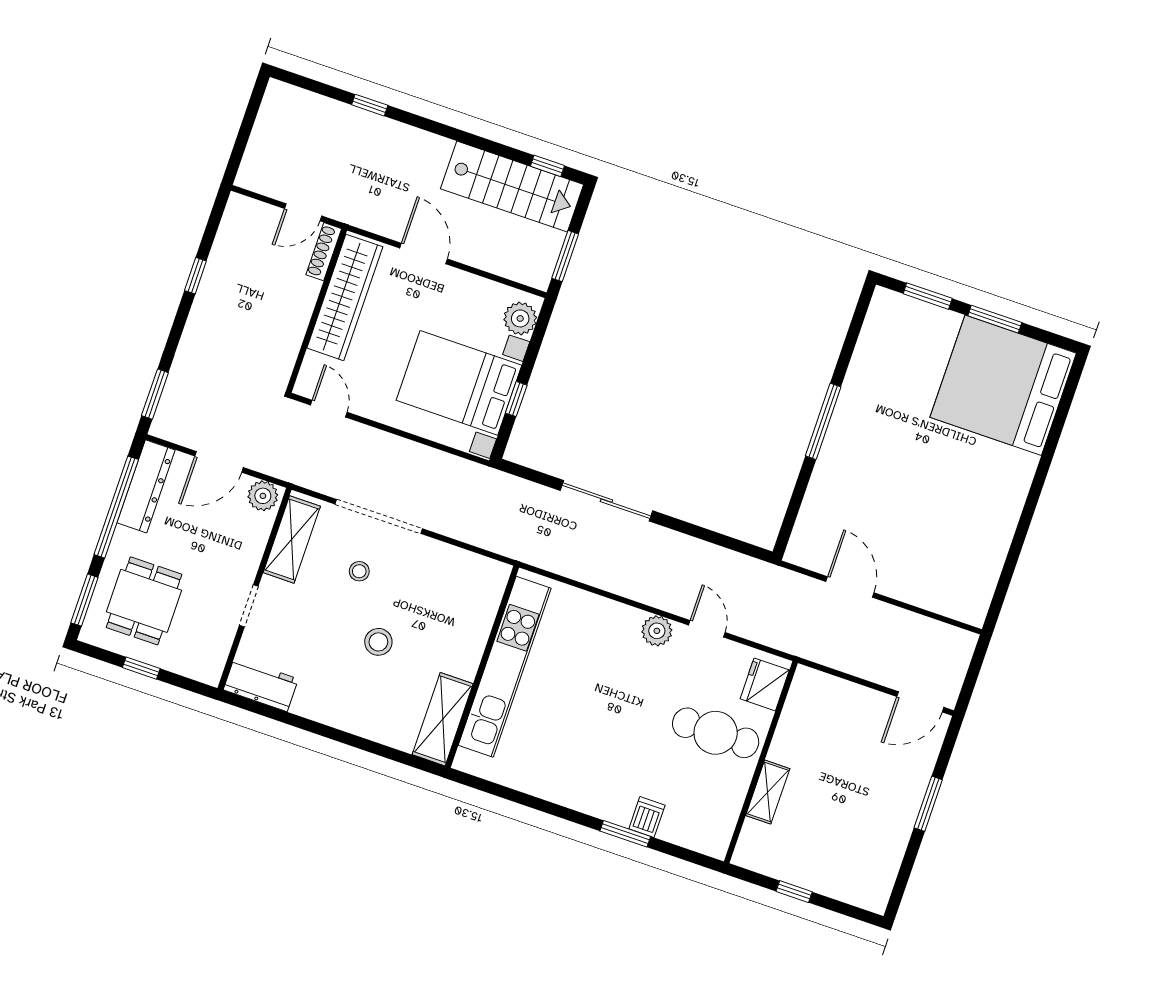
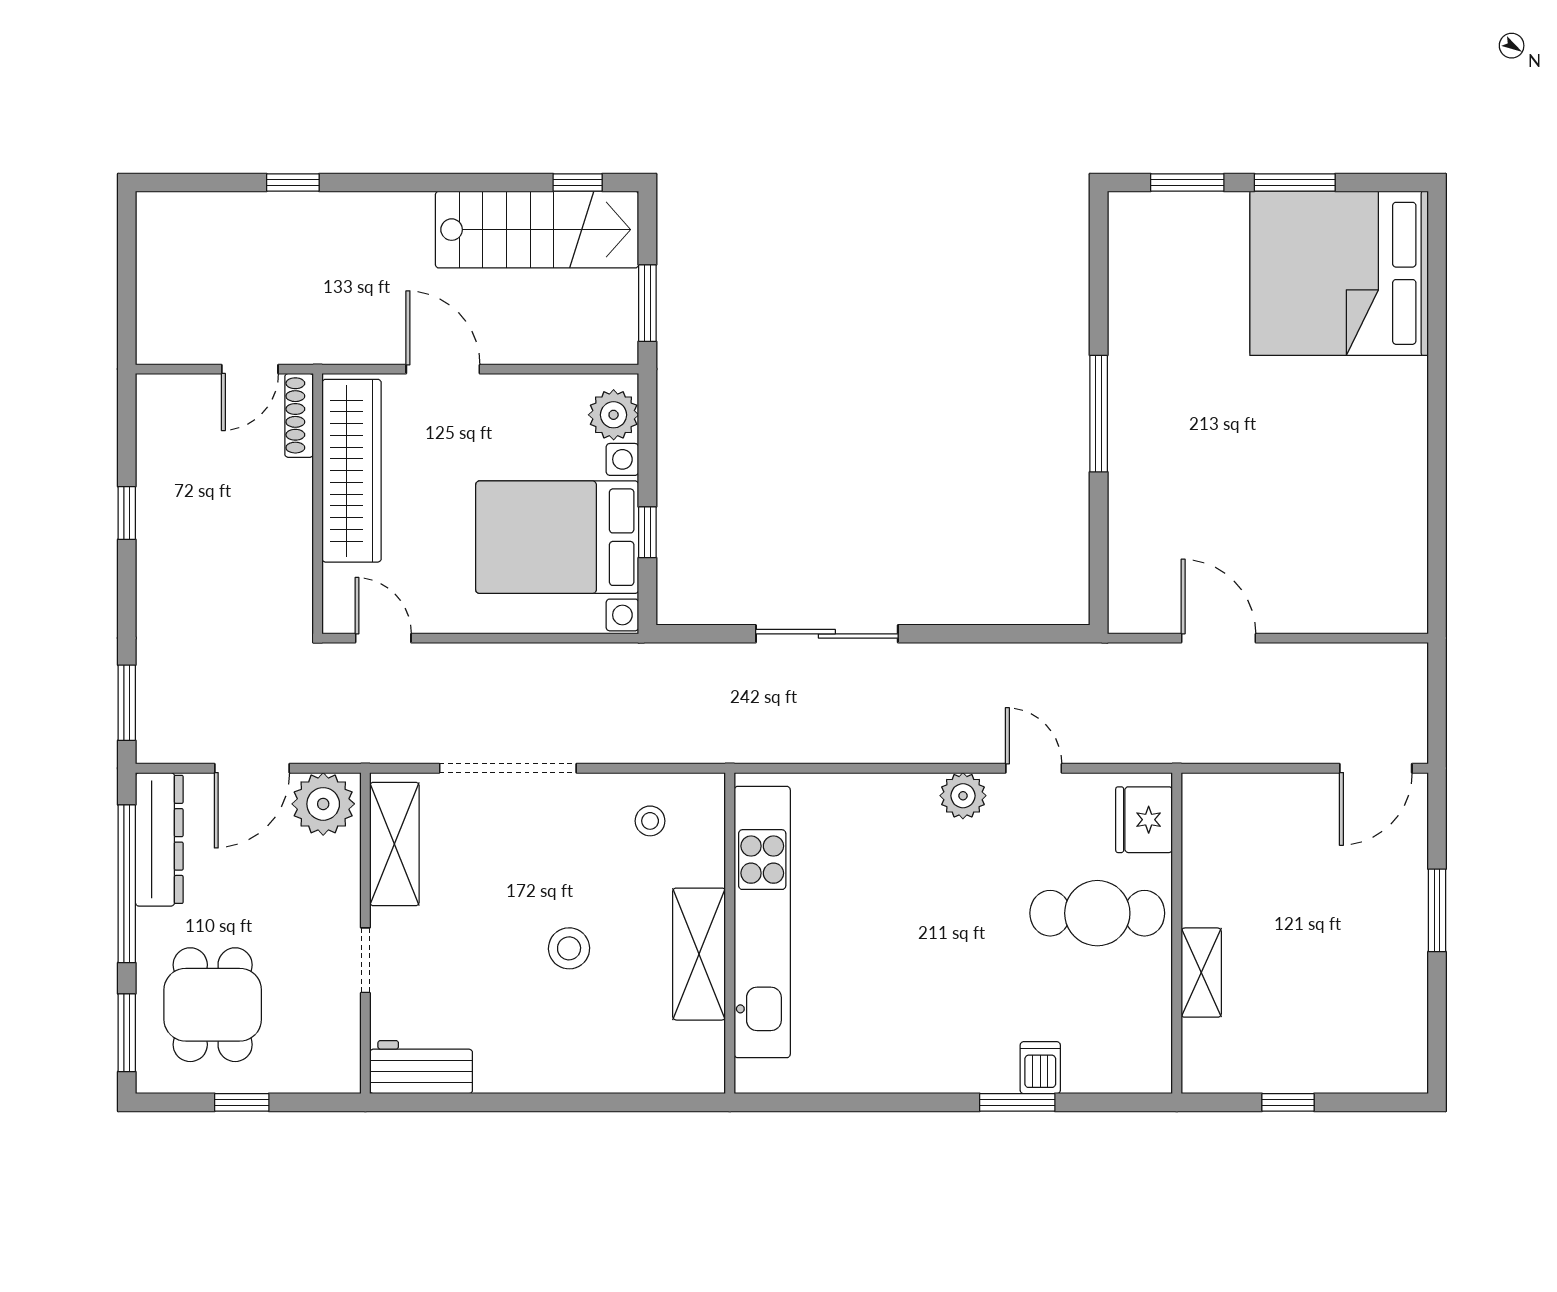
plant: (263, 496) -> (323, 804), width x1.36, depth x1.36
stool: (359, 571) -> (650, 821), moved
shelving: (443, 719) -> (699, 954), moved

